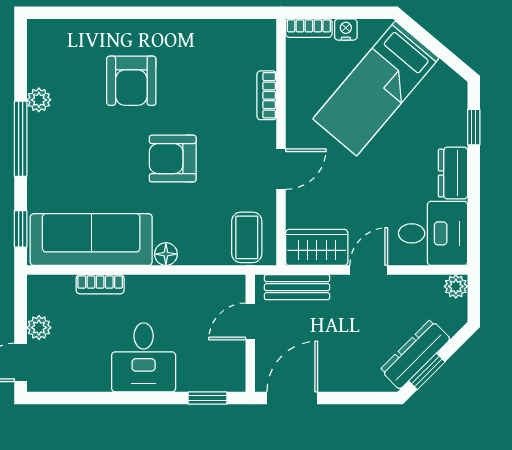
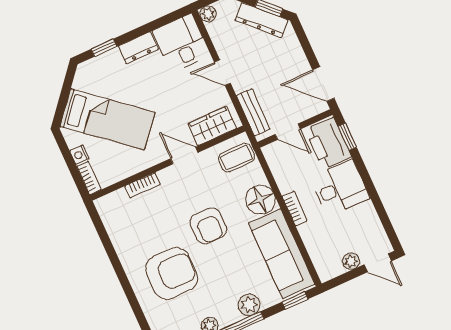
armchair: (131, 81) -> (172, 273), width x1.36, depth x1.36
plant: (43, 165) -> (249, 305), added
wardrobe: (317, 247) -> (212, 126), moved, turned 90
floor lamp: (166, 254) -> (260, 200), width x1.89, depth x1.89
bookcase: (100, 284) -> (295, 208), moved
printer: (210, 369) -> (328, 143), added

